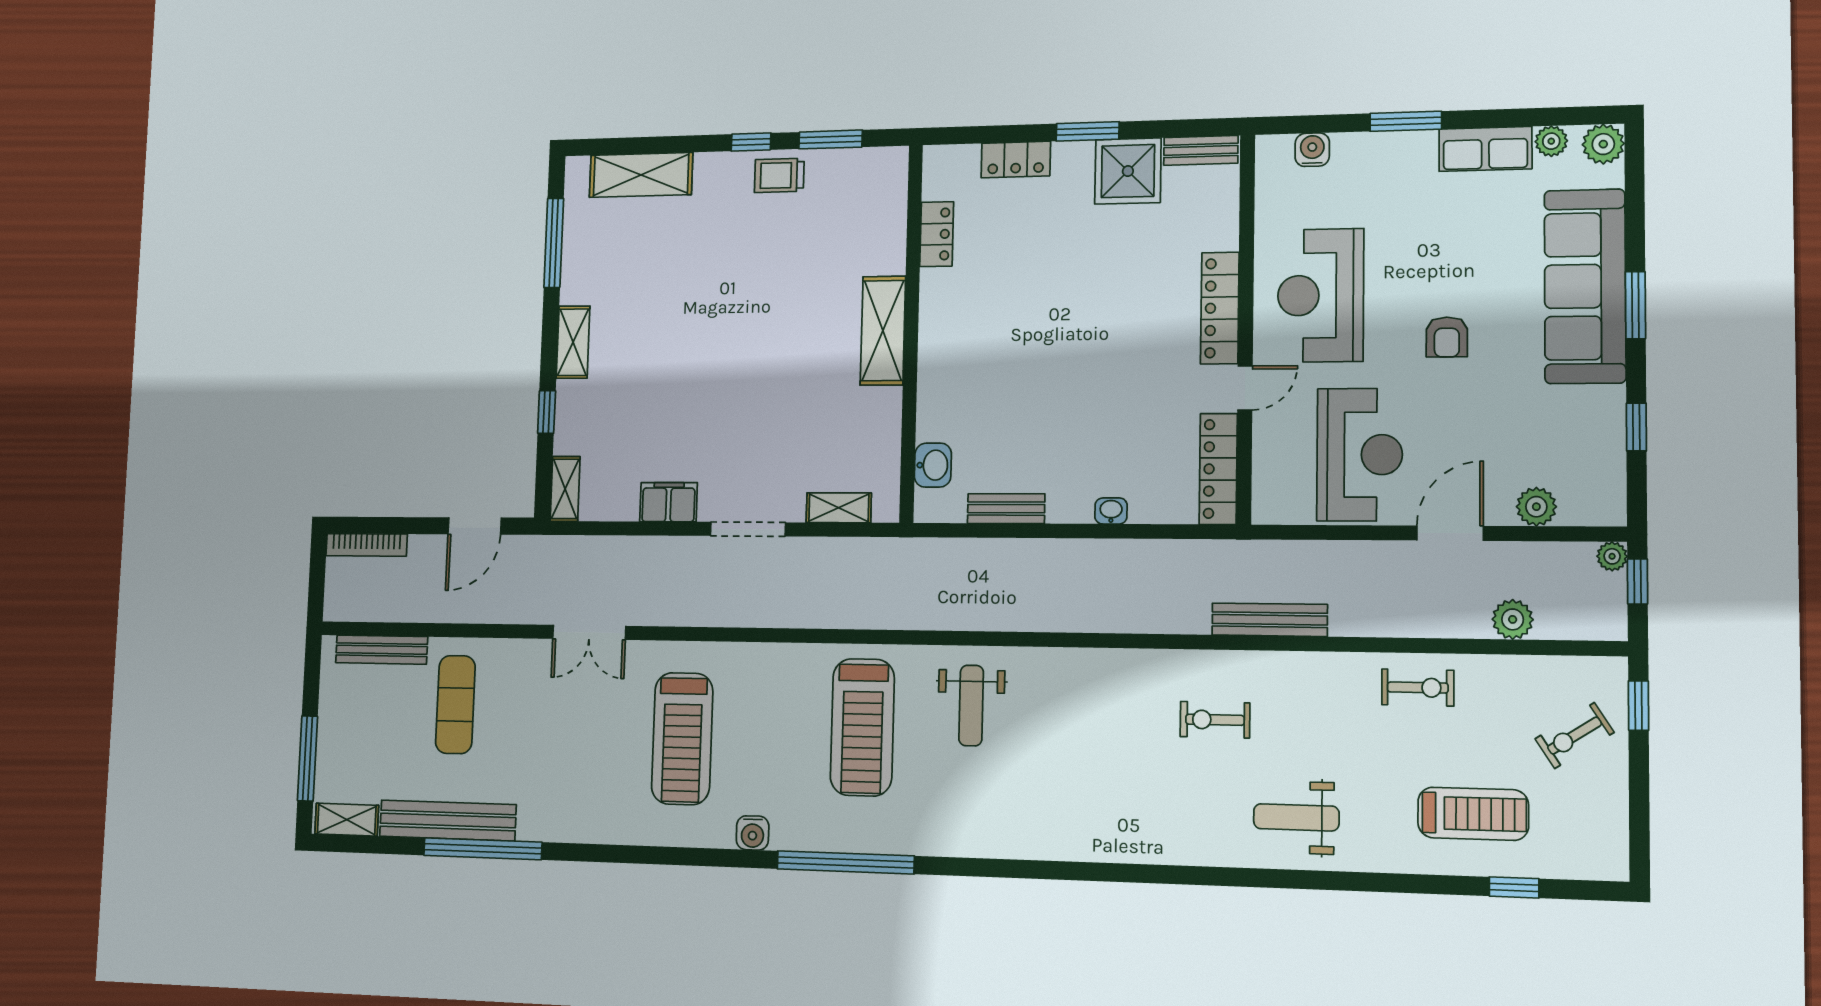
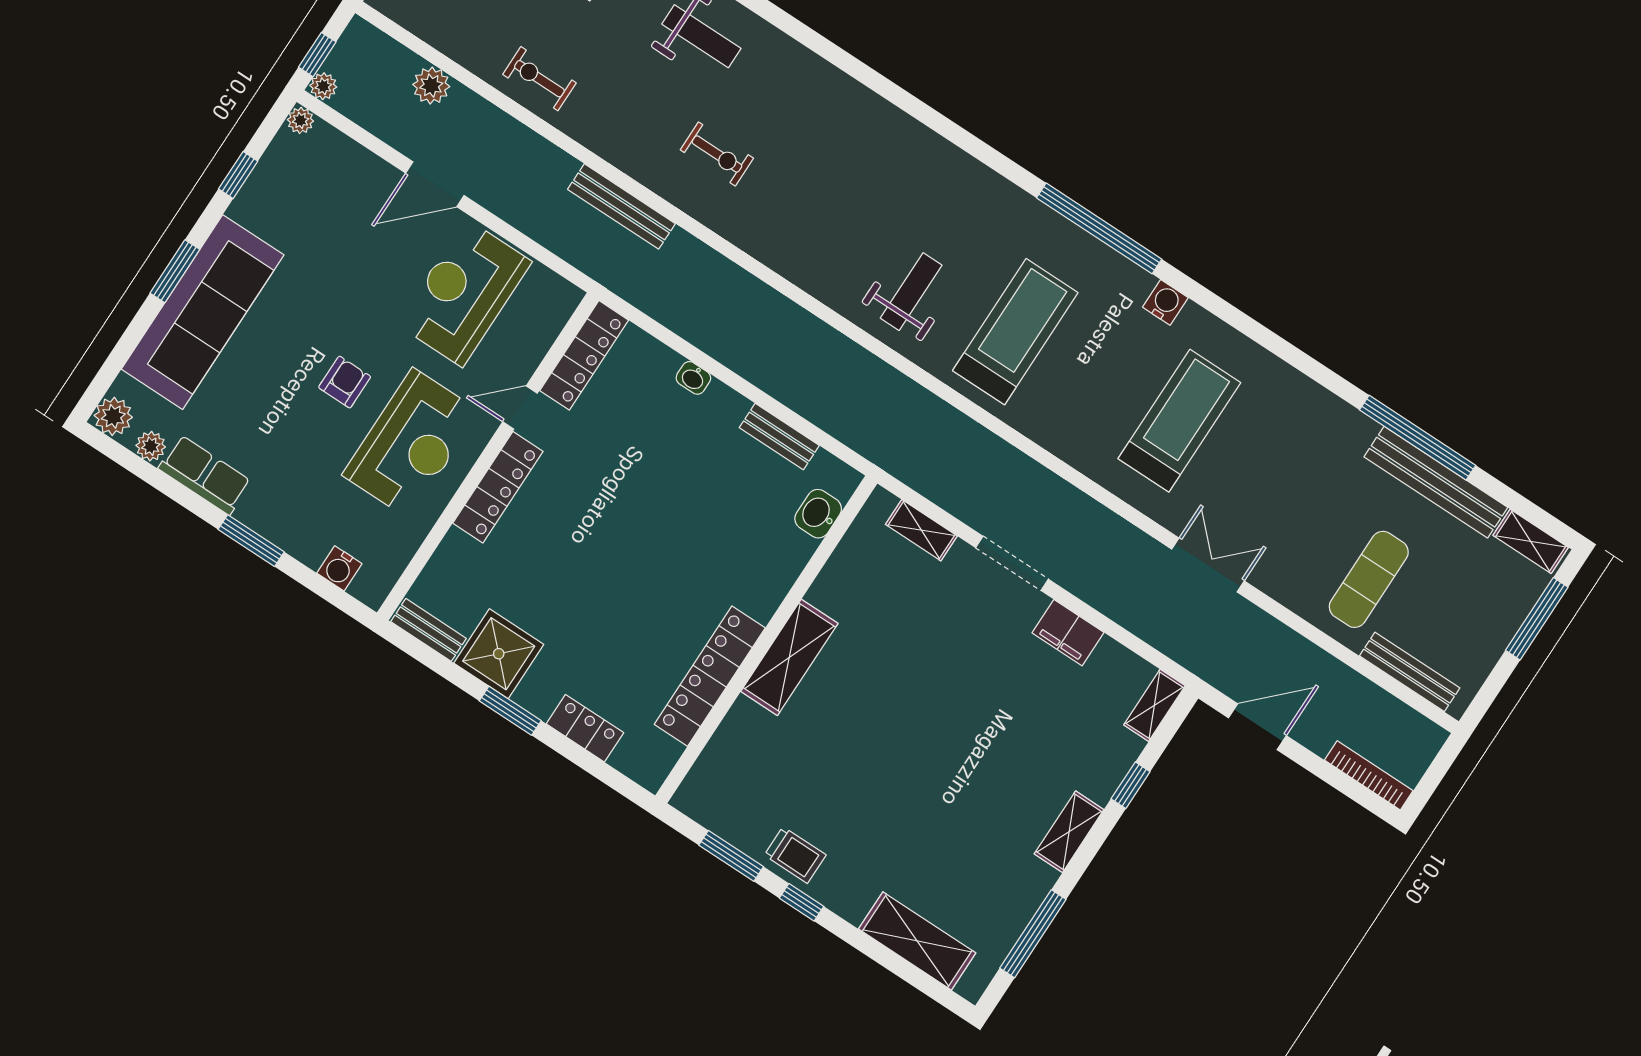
locker: (937, 234) -> (710, 676), width x2.16, depth x1.21
armchair: (1447, 337) -> (345, 382), moved
plant: (1536, 507) -> (300, 120), moved, width x0.73, depth x0.73

